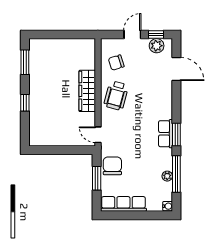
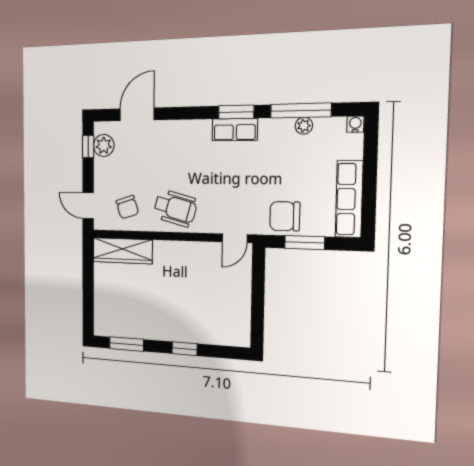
door: (132, 35) -> (88, 206), moved
wardrobe: (87, 91) -> (123, 251), moved

